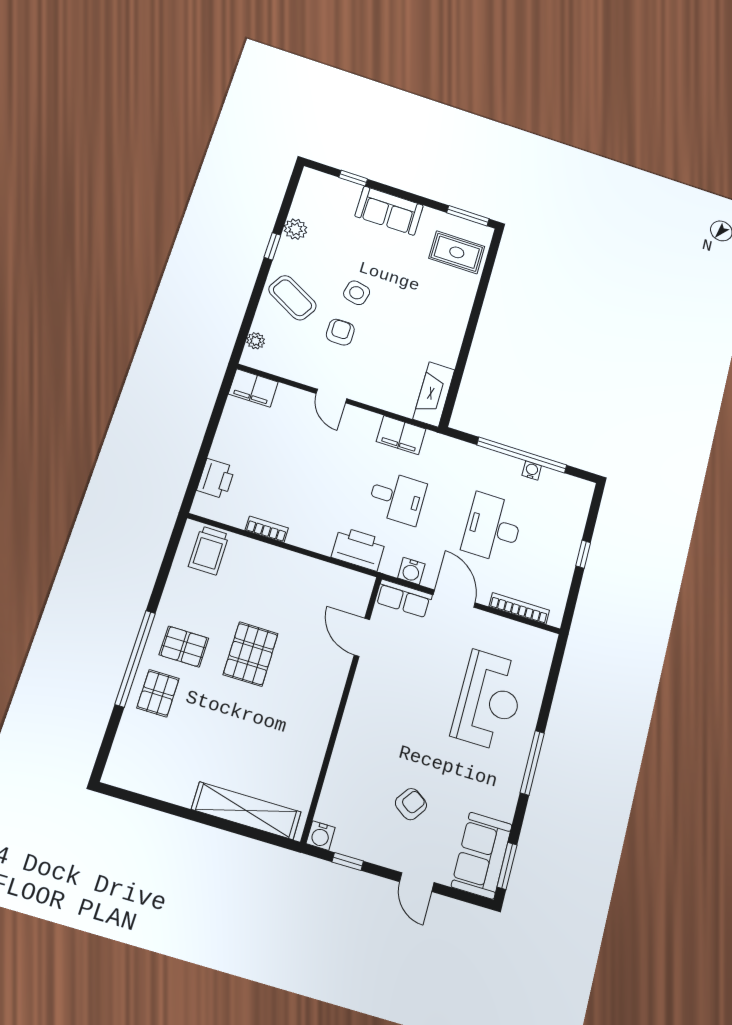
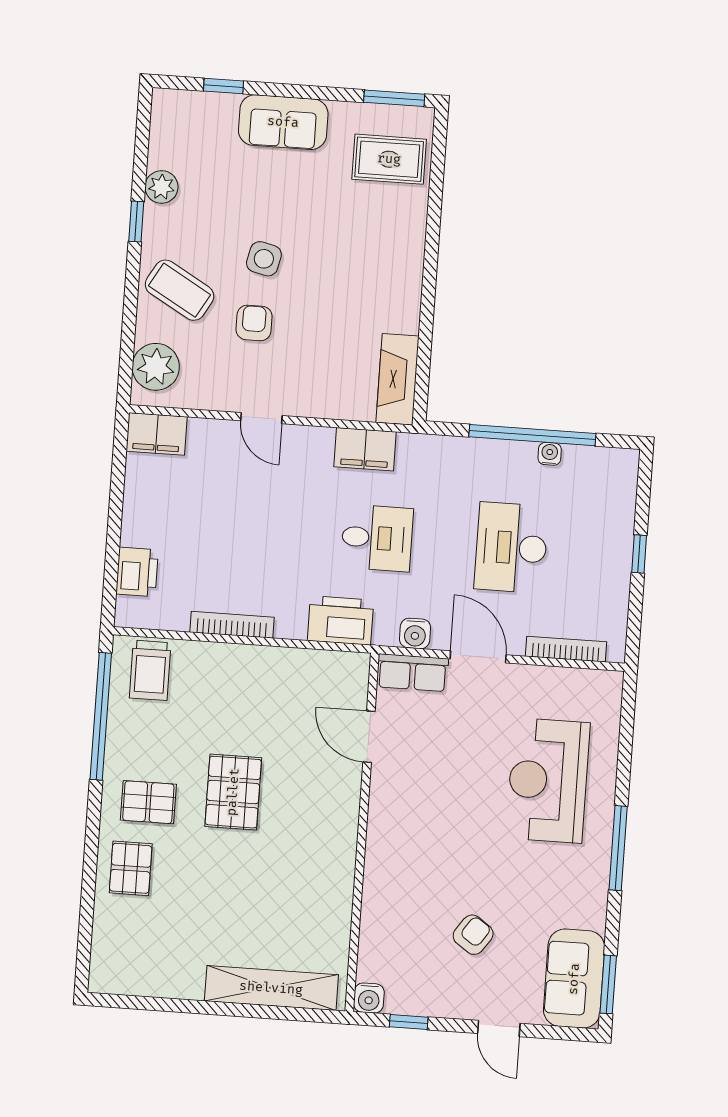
plant: (256, 341) -> (156, 367), width x1.87, depth x1.87
bookcase: (267, 529) -> (232, 625), width x1.56
window: (135, 659) -> (101, 716), moved
reception desk: (489, 700) -> (548, 781), turned 180

